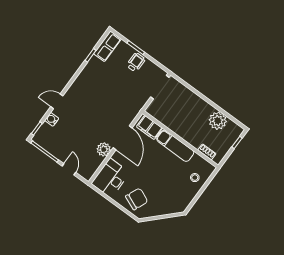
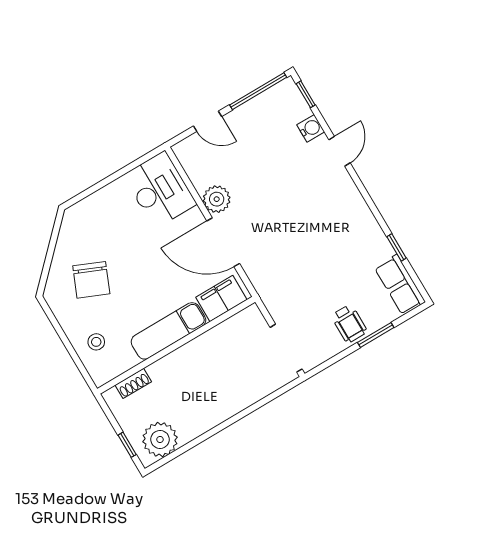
plant: (218, 121) -> (160, 439), moved
chair: (137, 199) -> (91, 280), moved

